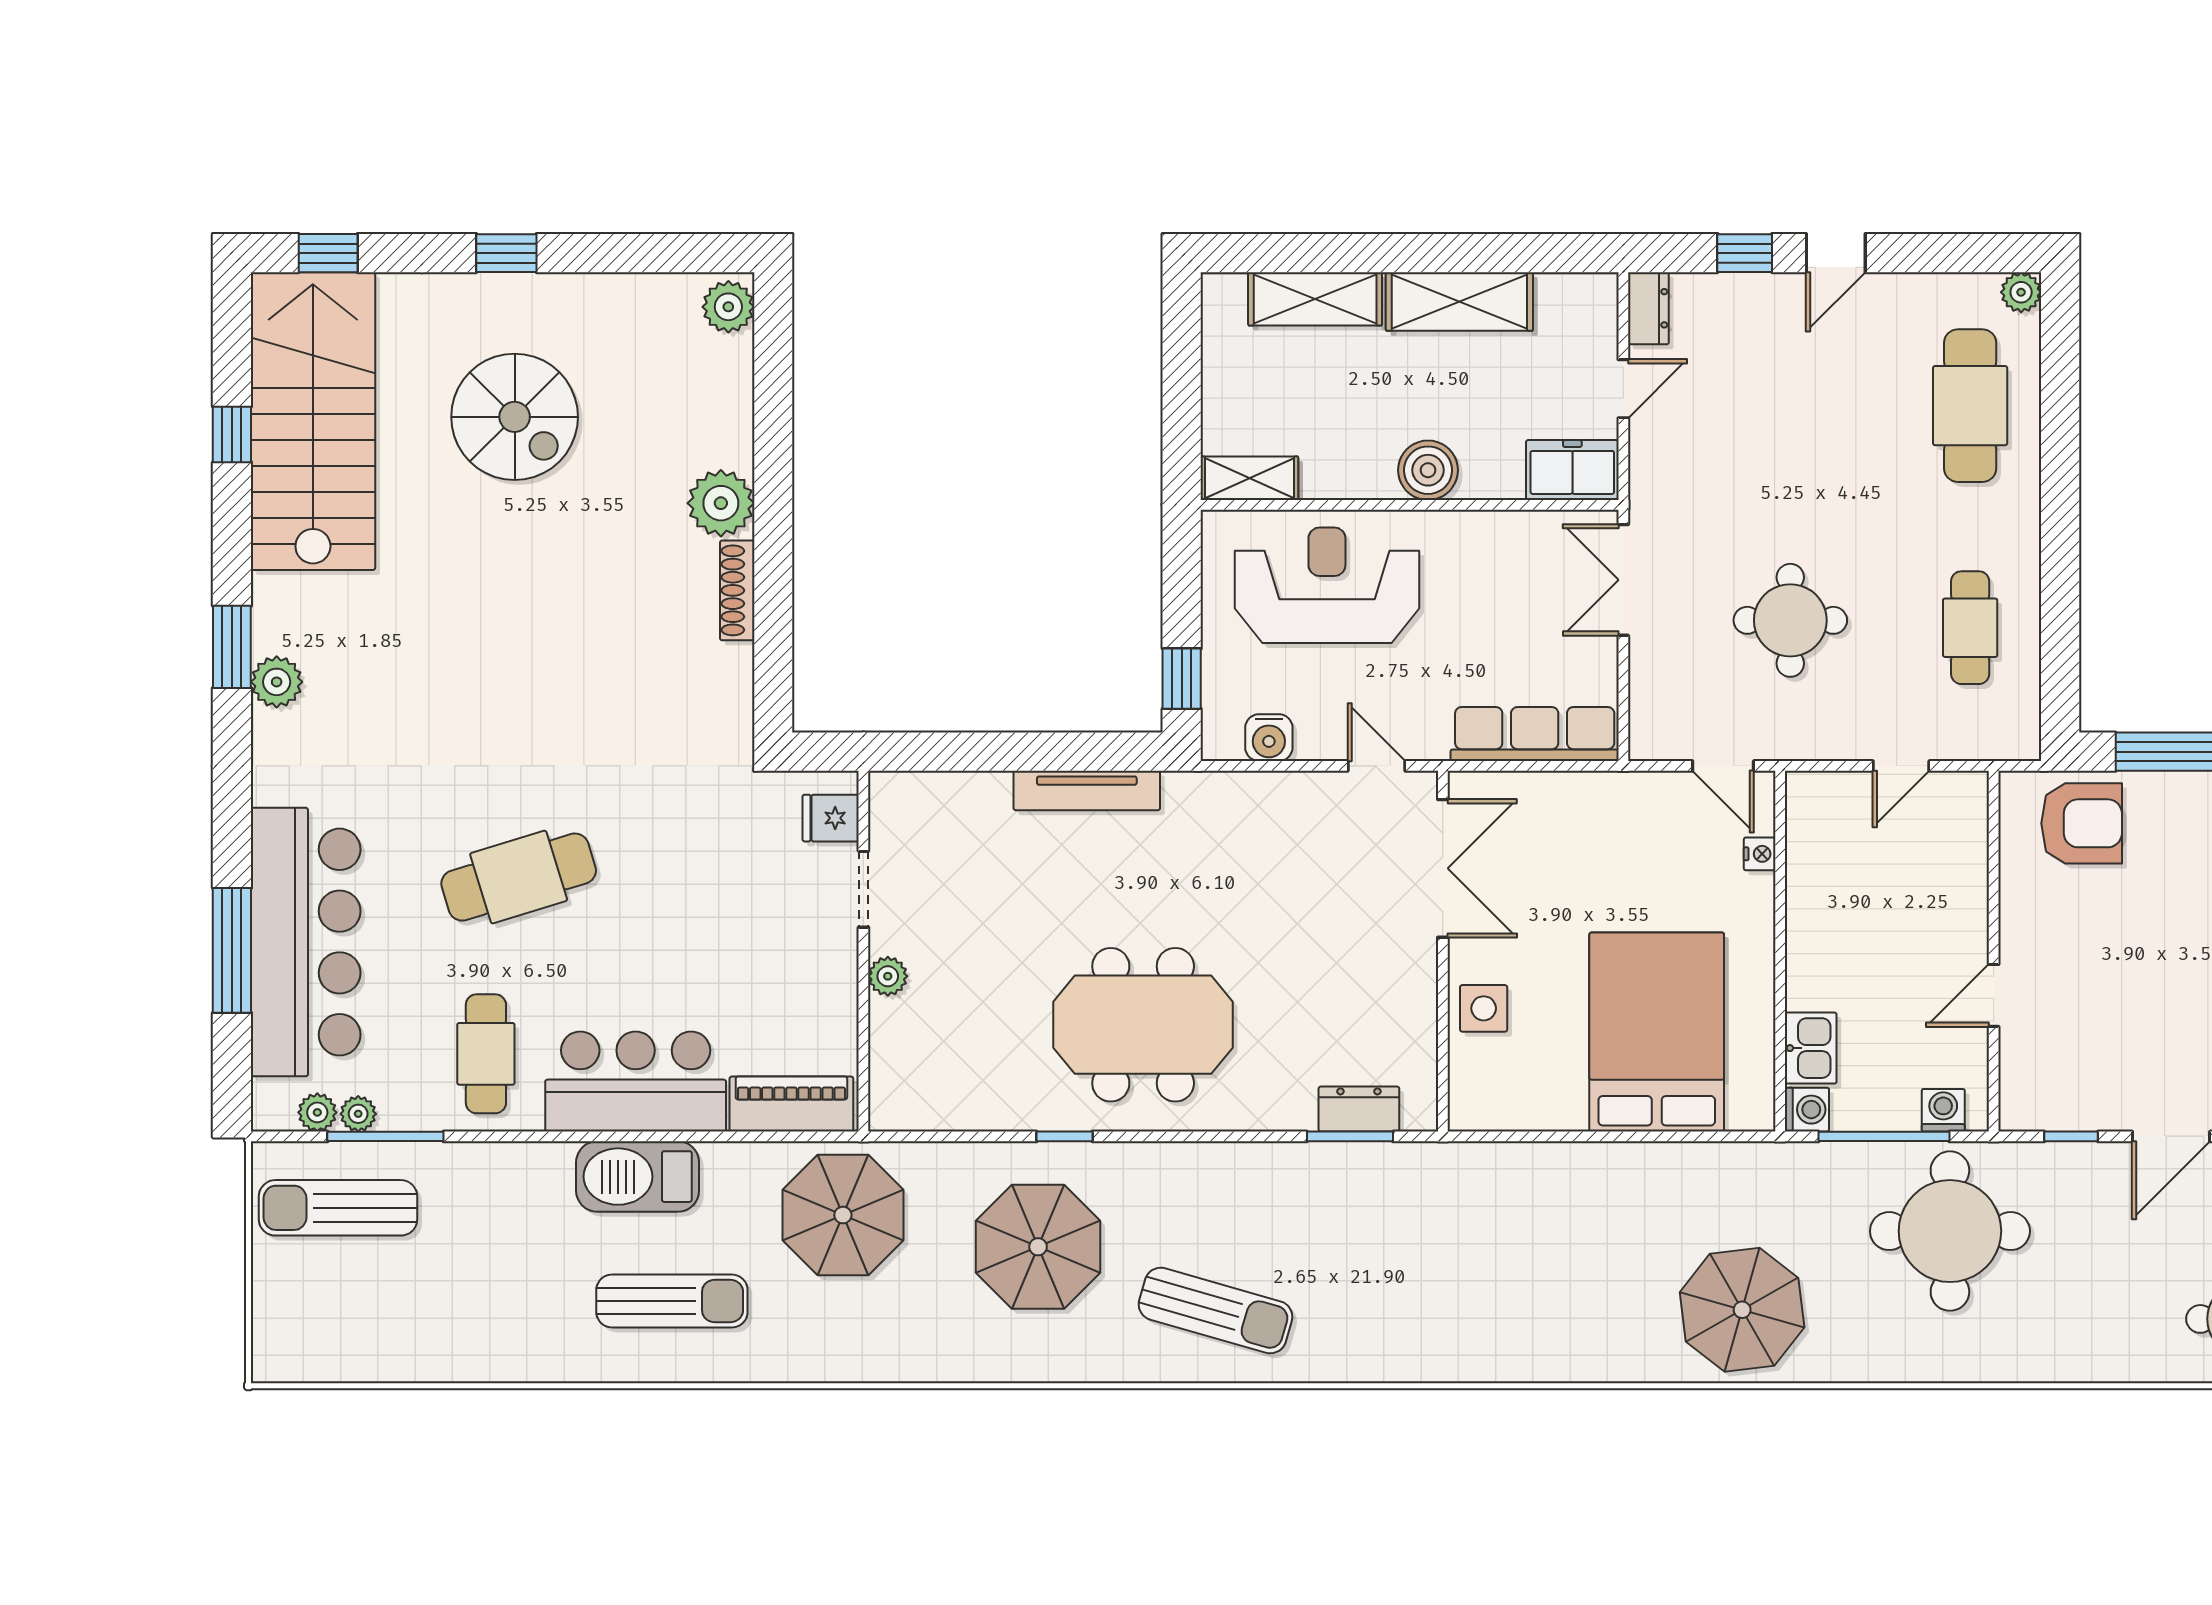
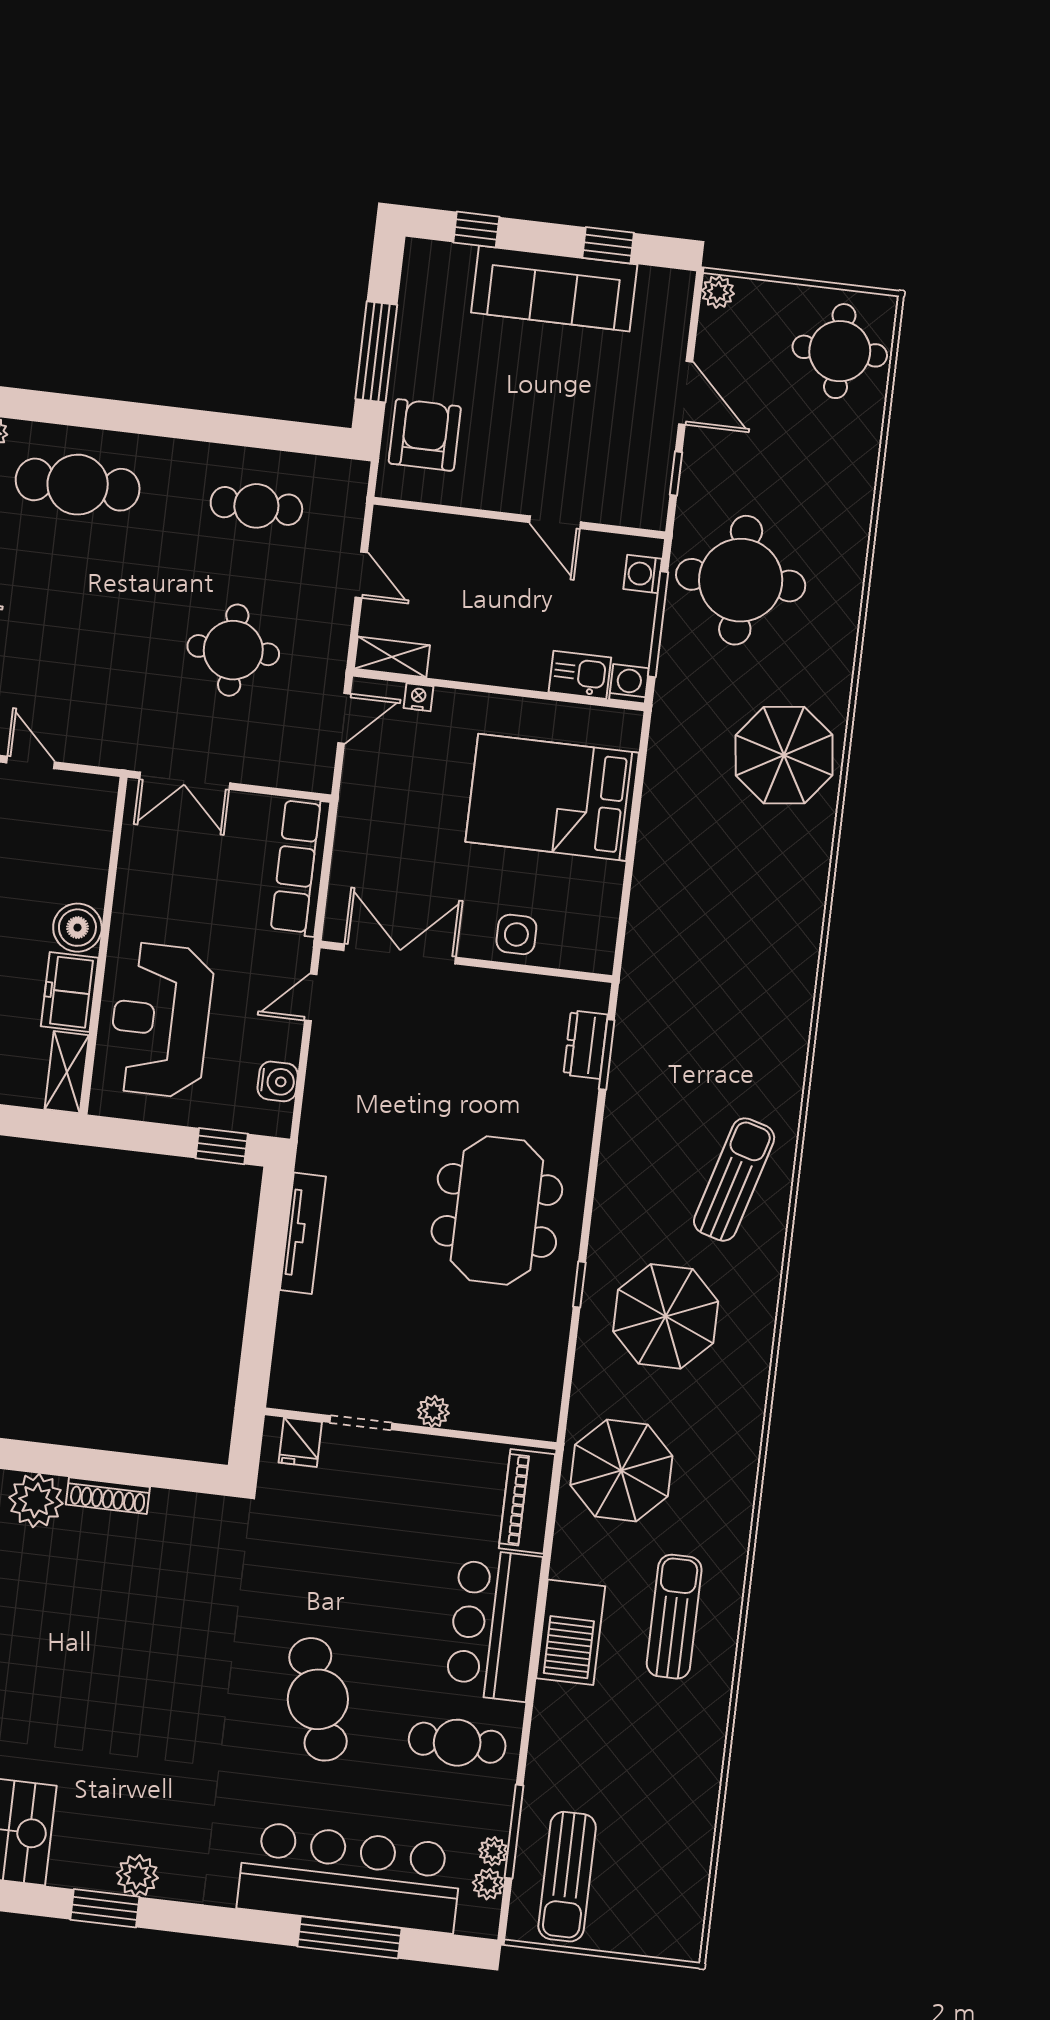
freezer: (1572, 470) -> (70, 992), moved
shelving: (1805, 816) -> (392, 657), added

